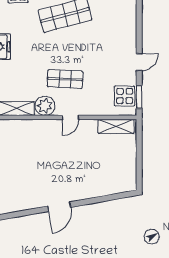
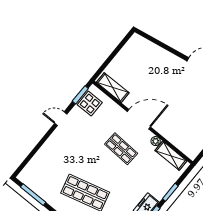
plant: (45, 106) -> (156, 141), width x0.53, depth x0.53
door: (71, 117) -> (139, 119), width x1.88

